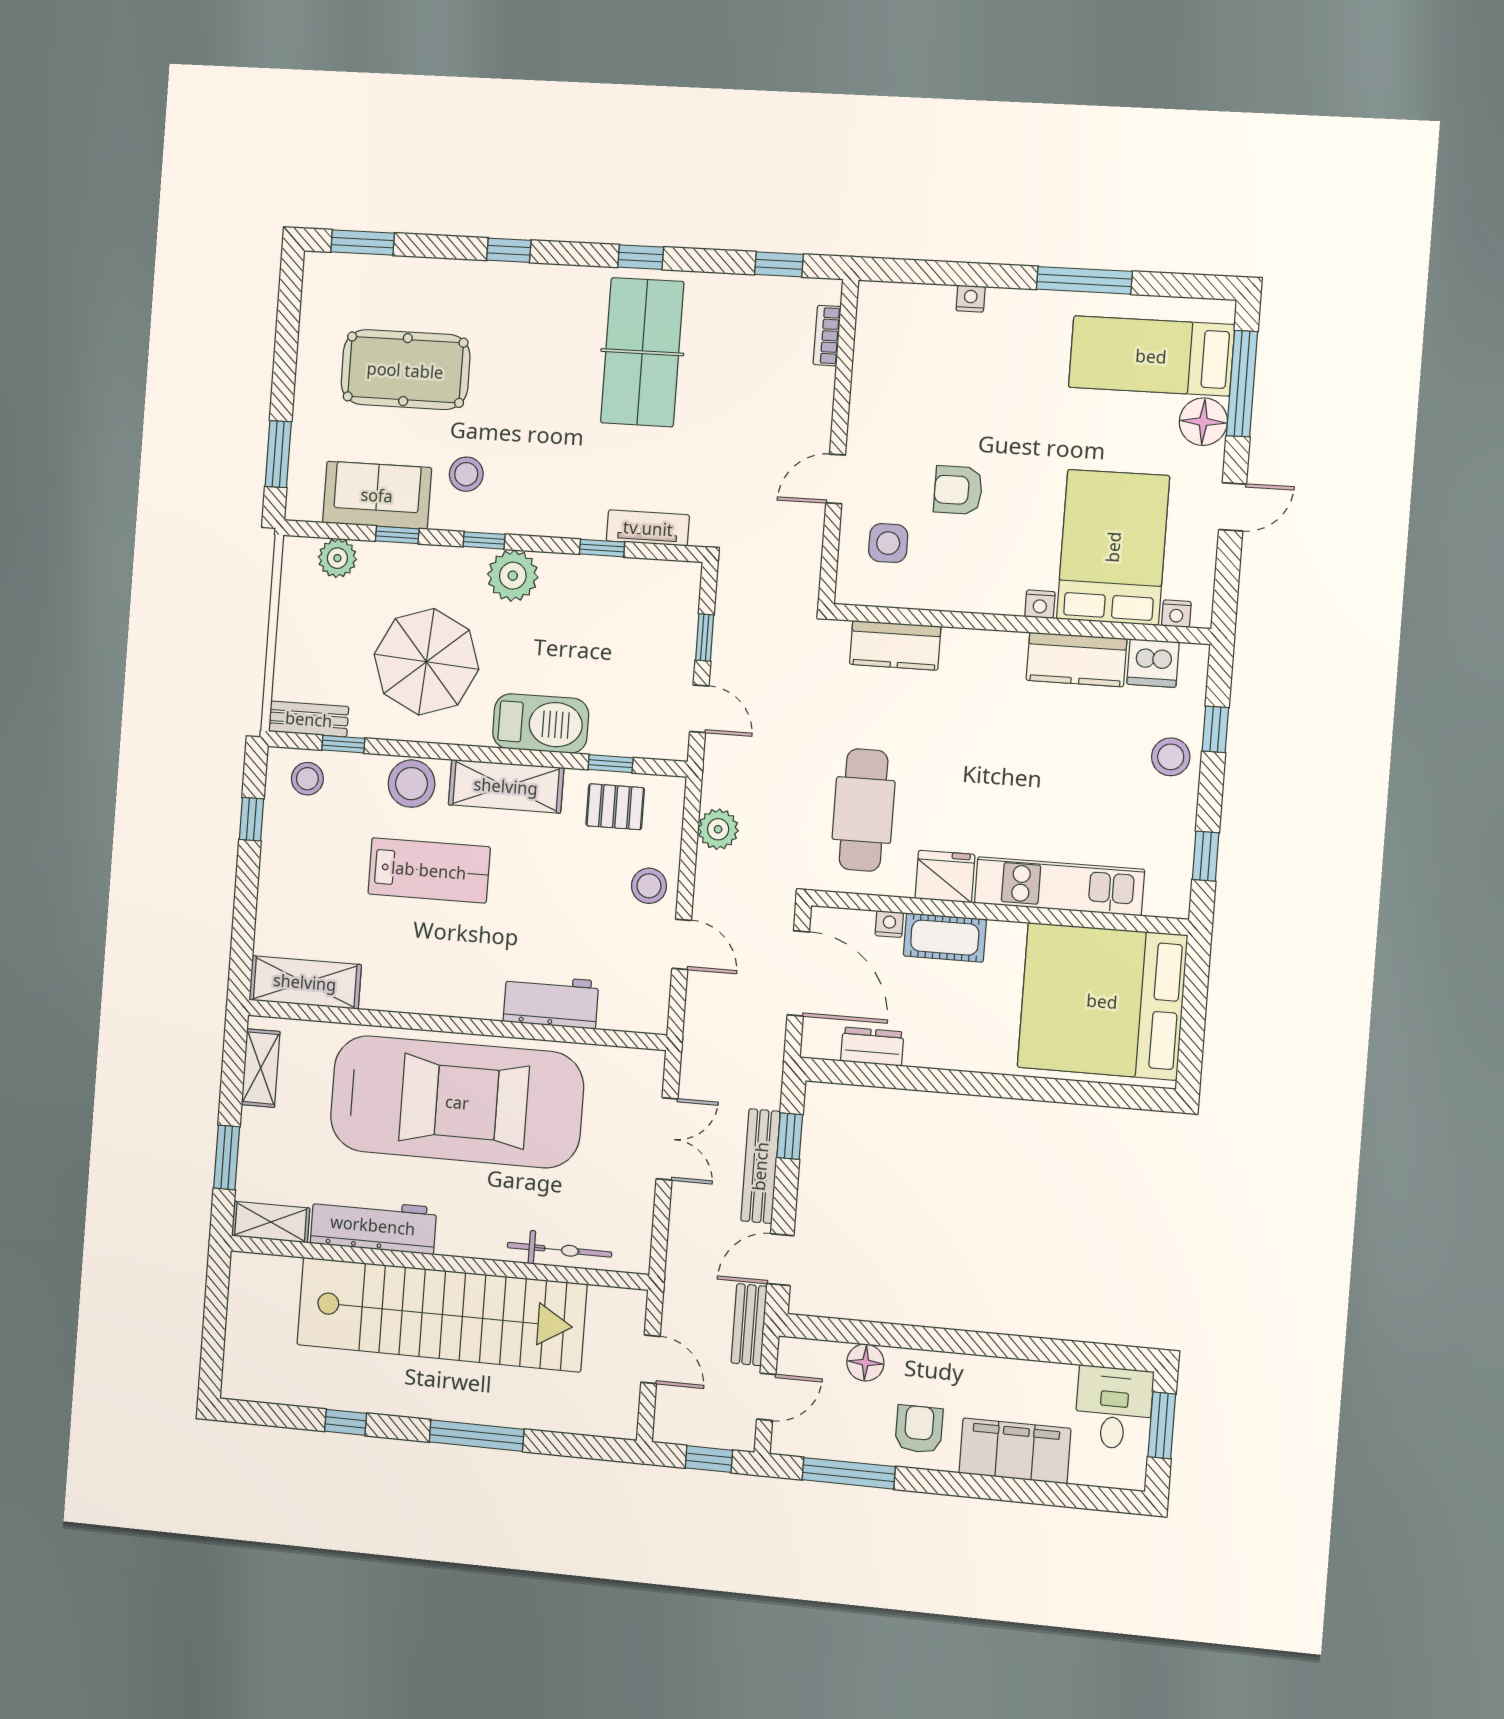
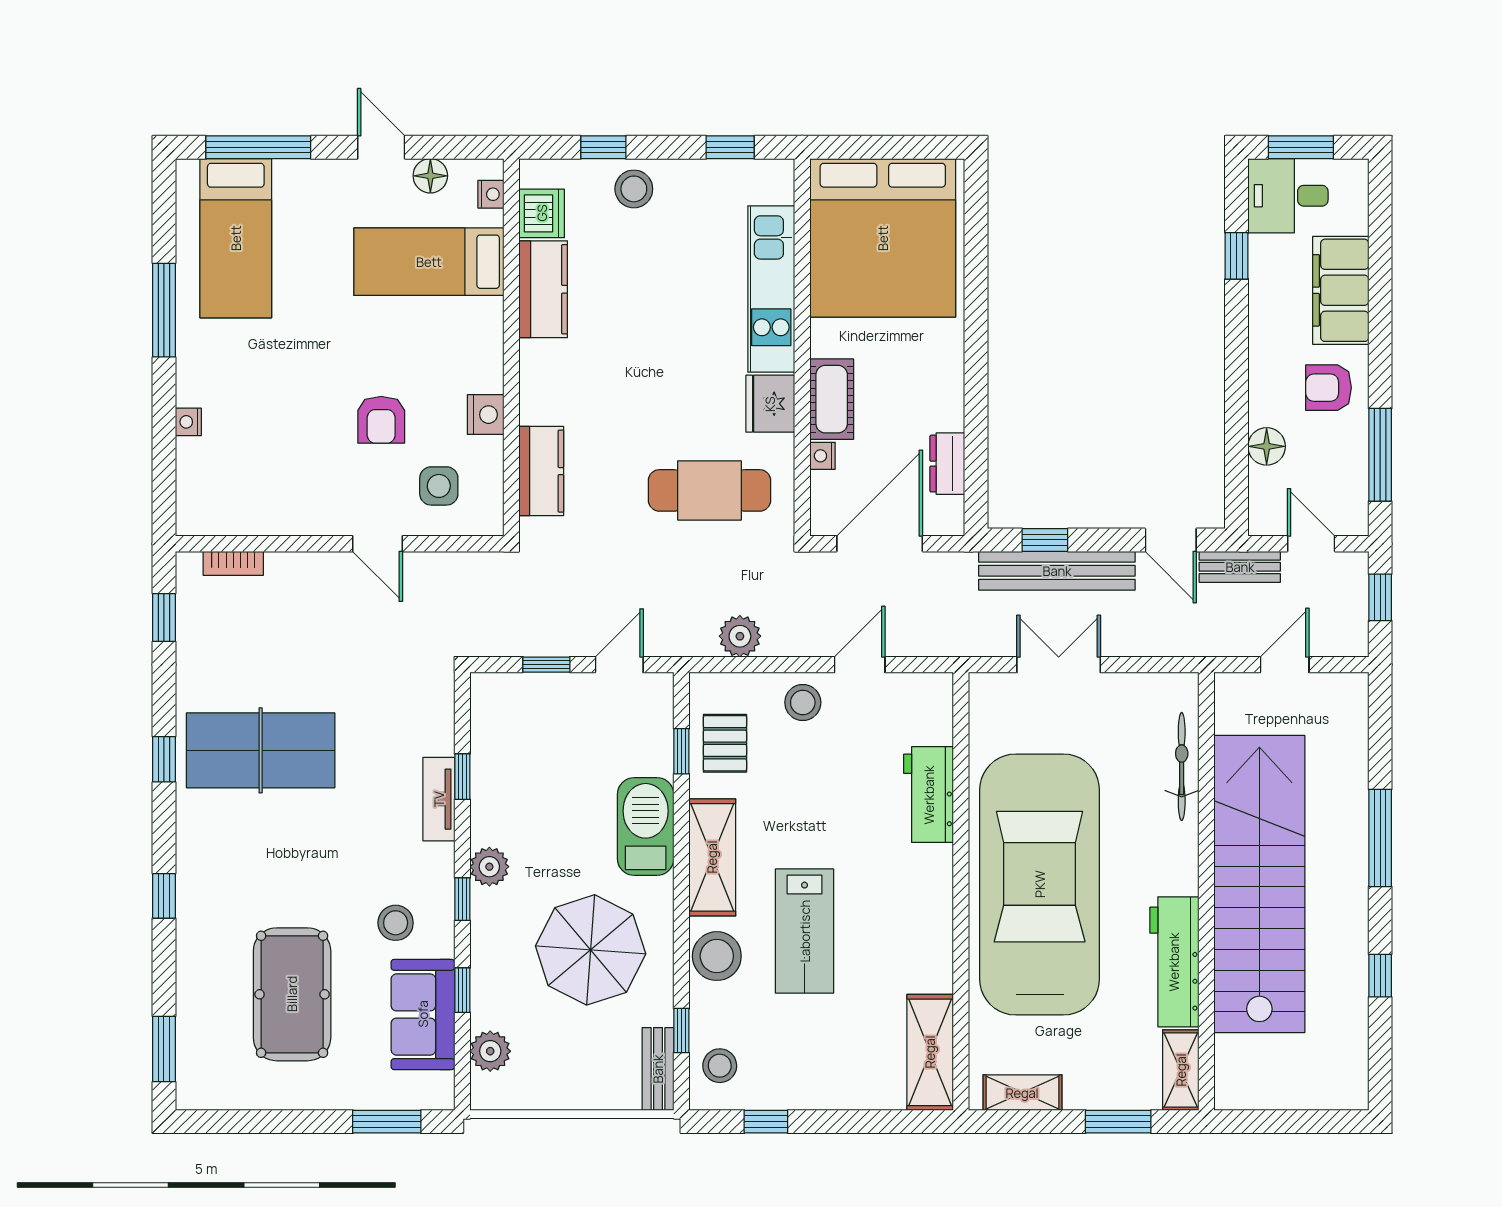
floor lamp: (1203, 422) -> (430, 176), moved, width x0.73, depth x0.73
tv unit: (648, 528) -> (439, 799), moved
bed: (1113, 547) -> (429, 262), width x0.67
plant: (513, 576) -> (489, 867), width x0.73, depth x0.73
nightstand: (1040, 604) -> (486, 415), moved, width x1.39, depth x1.35
lab bench: (429, 870) -> (805, 931), turned 180
bench: (760, 1166) -> (1057, 571), width x1.37, depth x1.21
window: (1057, 1351) -> (1237, 256), added

